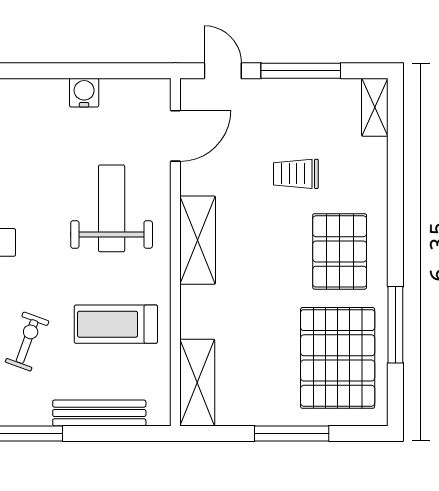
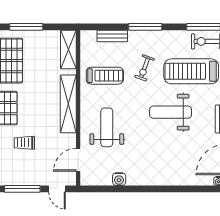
trolley: (296, 174) -> (24, 143), turned 180
weight bench: (112, 208) -> (107, 127), turned 180
shelving: (198, 240) -> (68, 104), width x1.47
bench: (99, 413) -> (112, 36), width x0.73

